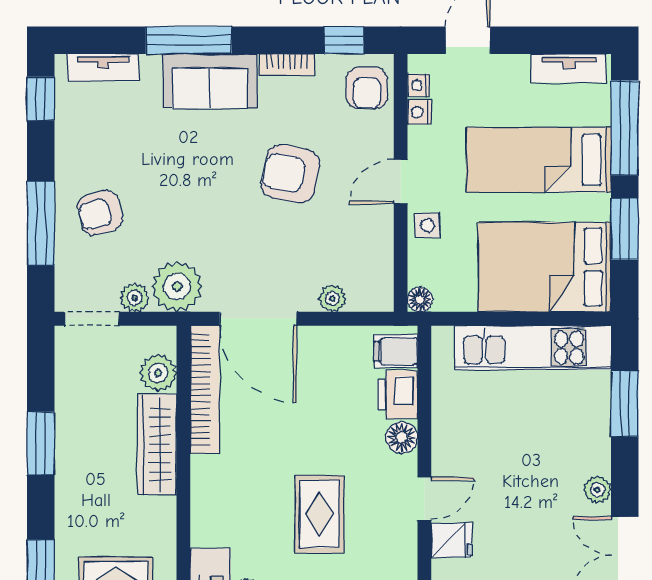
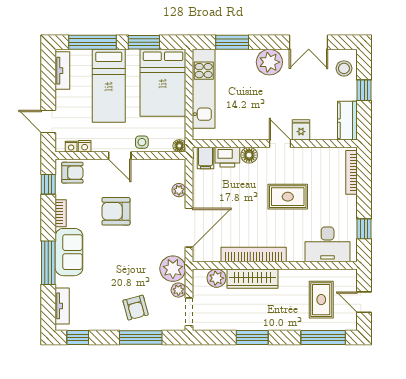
armchair: (290, 174) -> (116, 211), turned 79
bookcase: (205, 390) -> (254, 255), moved
plant: (597, 490) -> (269, 62), width x1.88, depth x1.88

